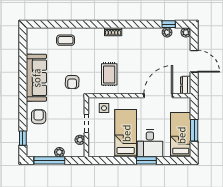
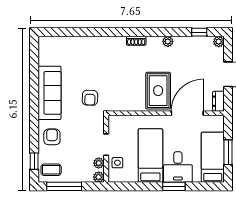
plant: (167, 32) -> (168, 41), moved
coffee table: (66, 40) -> (51, 170), moved
rug: (109, 74) -> (158, 91), moved, width x1.36, depth x1.43
side table: (104, 108) -> (117, 163), moved
plant: (59, 152) -> (99, 177), moved

